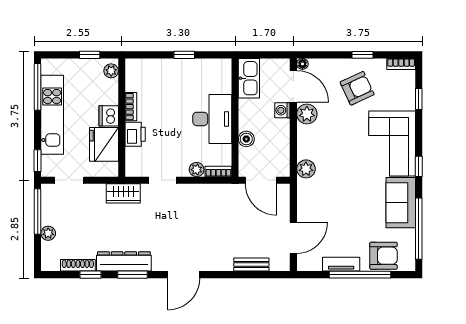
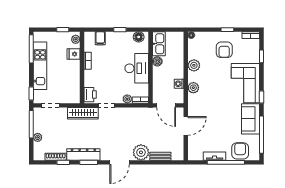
floor lamp: (215, 67) -> (139, 37), added
filing cabinet: (152, 69) -> (100, 38), added
door: (293, 86) -> (186, 49), removed
armchair: (357, 88) -> (224, 50), turned 115
washing machine: (282, 110) -> (179, 84), moved
dishwasher: (109, 116) -> (74, 66), removed
printer: (135, 134) -> (90, 95), moved
boiler: (246, 139) -> (157, 61), moved
fridge: (104, 144) -> (73, 54), moved, width x0.53, depth x0.75
plant: (306, 169) -> (193, 88), moved
wardrobe: (123, 193) -> (83, 113), width x1.50
door: (293, 238) -> (186, 126), moved
armchair: (384, 256) -> (240, 151), turned -90
plant: (219, 258) -> (141, 152), added

